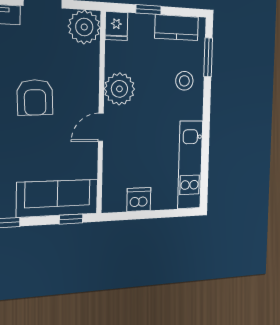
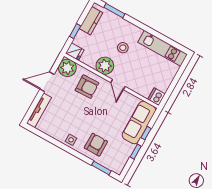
stool: (184, 81) -> (123, 48), moved
armchair: (35, 97) -> (87, 87), moved
dishwasher: (139, 199) -> (156, 97), moved
window: (71, 219) -> (146, 133), moved

